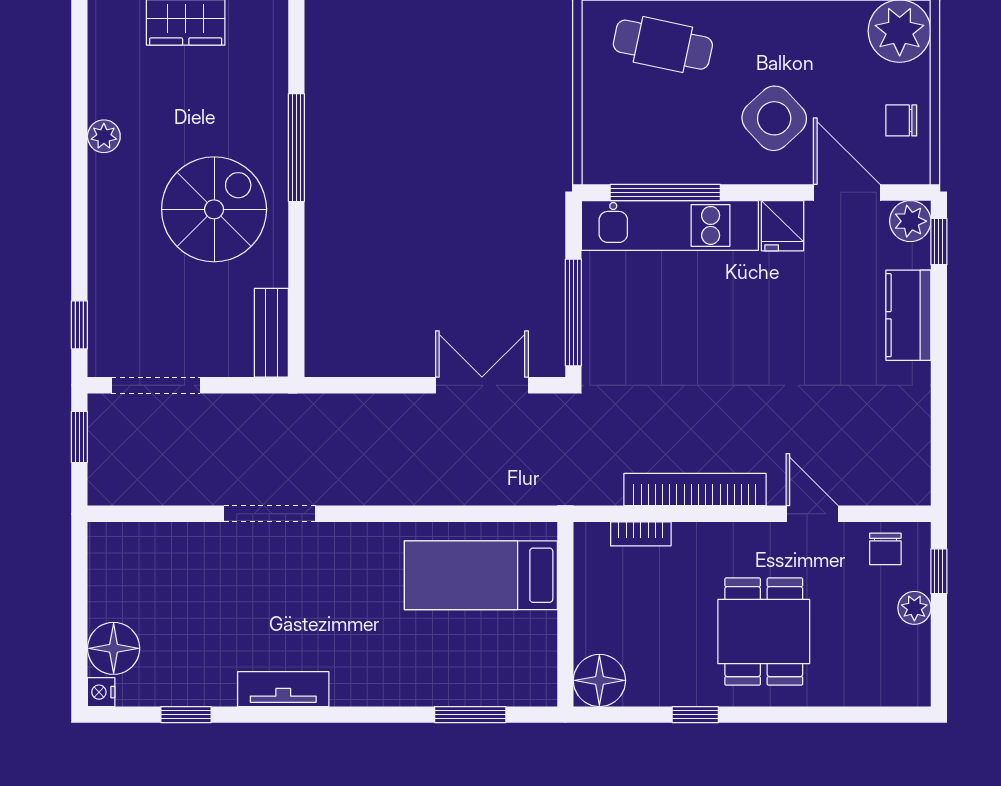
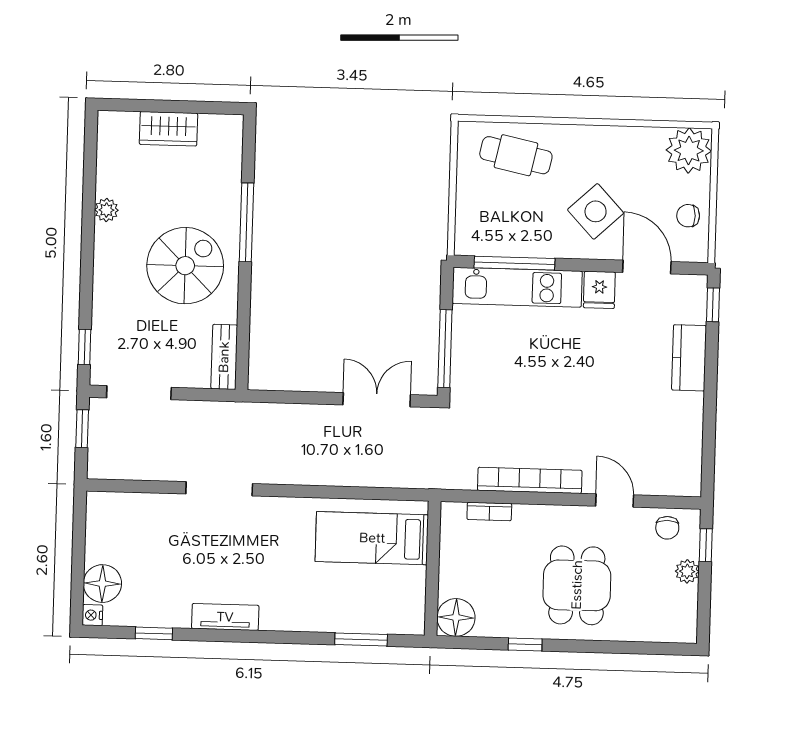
plant: (910, 221) -> (693, 289), removed

